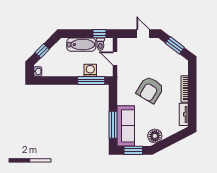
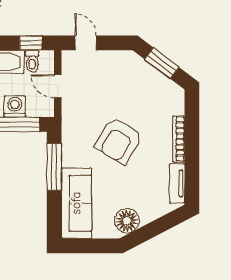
door: (143, 34) -> (86, 43), moved
window: (113, 125) -> (54, 167), moved
window: (133, 150) -> (90, 246), removed

